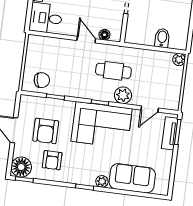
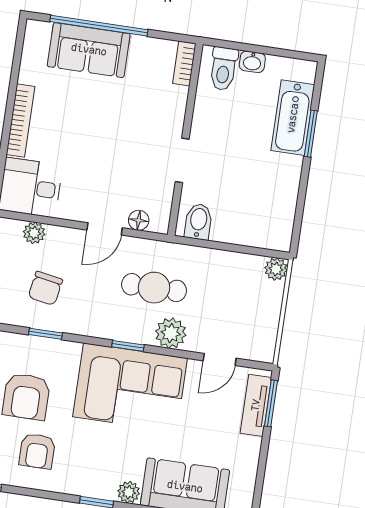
bidet: (162, 38) -> (198, 222), moved
door: (86, 40) -> (105, 229), swing flipped
plant: (48, 43) -> (34, 233), added
chair: (42, 80) -> (45, 288), moved, turned 110

